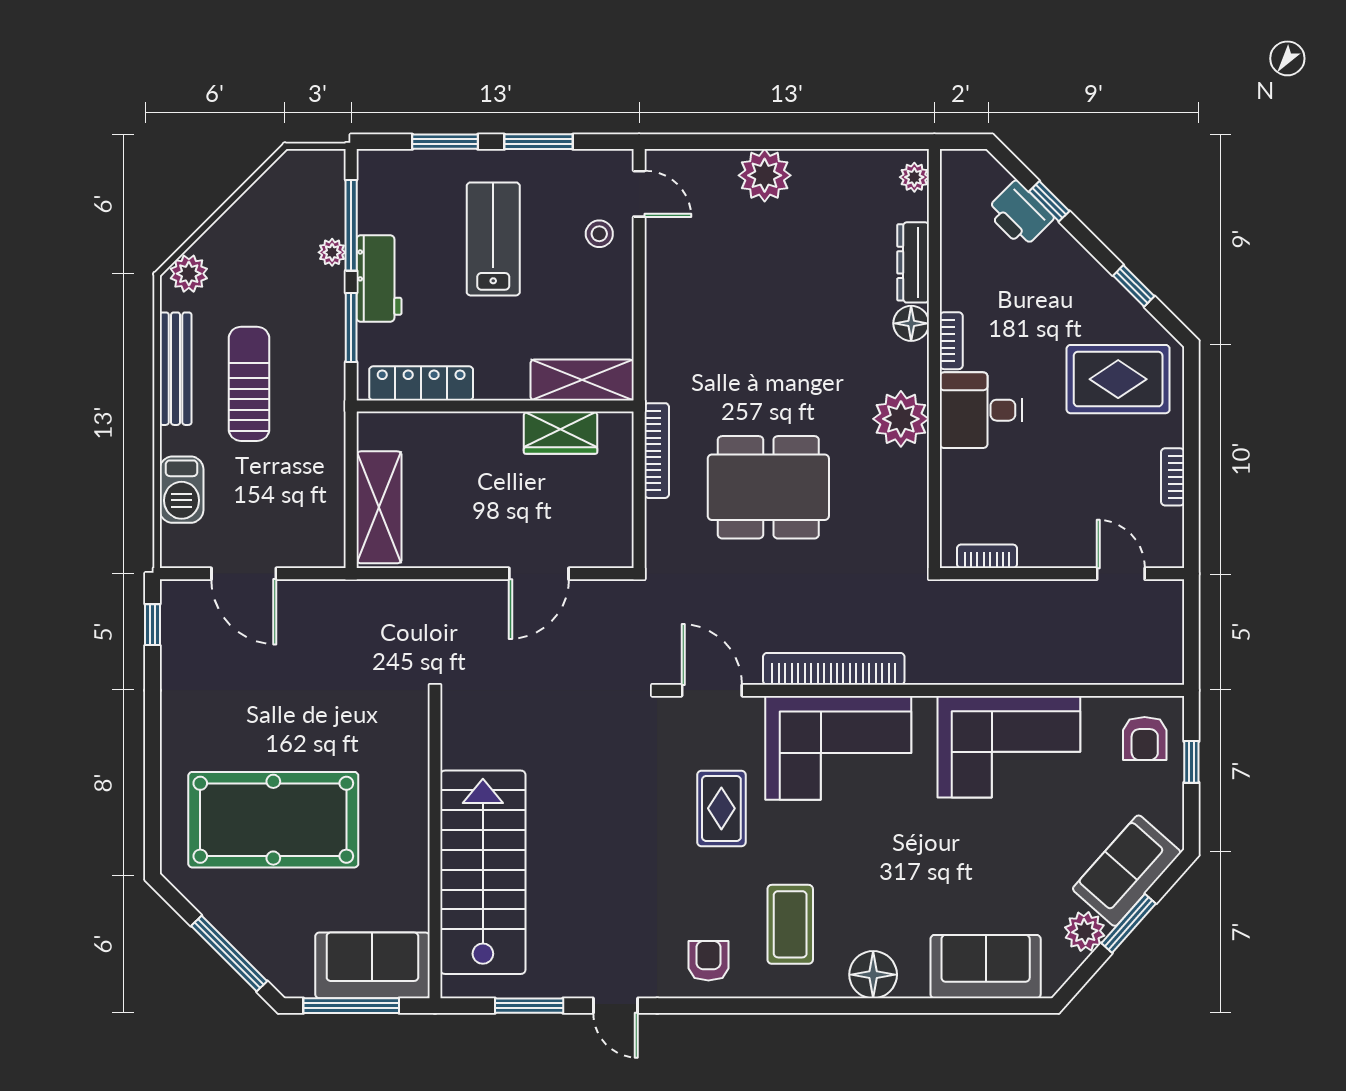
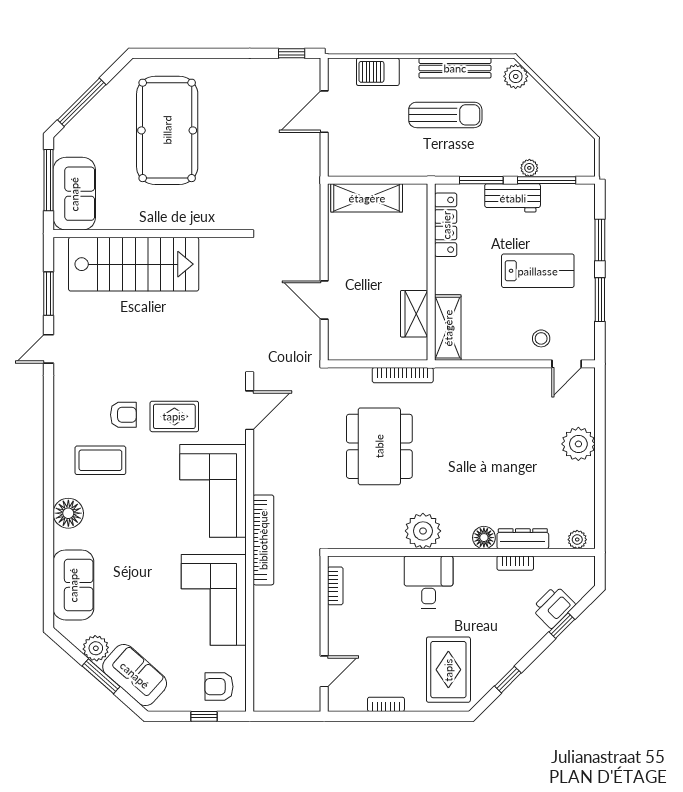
bookcase: (951, 341) -> (515, 563), moved
bookcase: (834, 669) -> (263, 540), moved
armchair: (708, 961) -> (123, 415), moved

